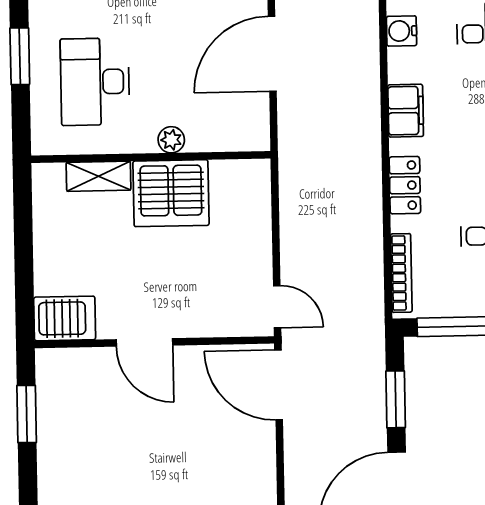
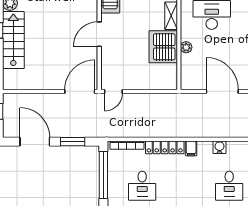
water cooler: (402, 31) -> (219, 147), moved
filing cabinet: (406, 111) -> (191, 148), width x0.50
locker: (405, 185) -> (165, 147), width x1.53

